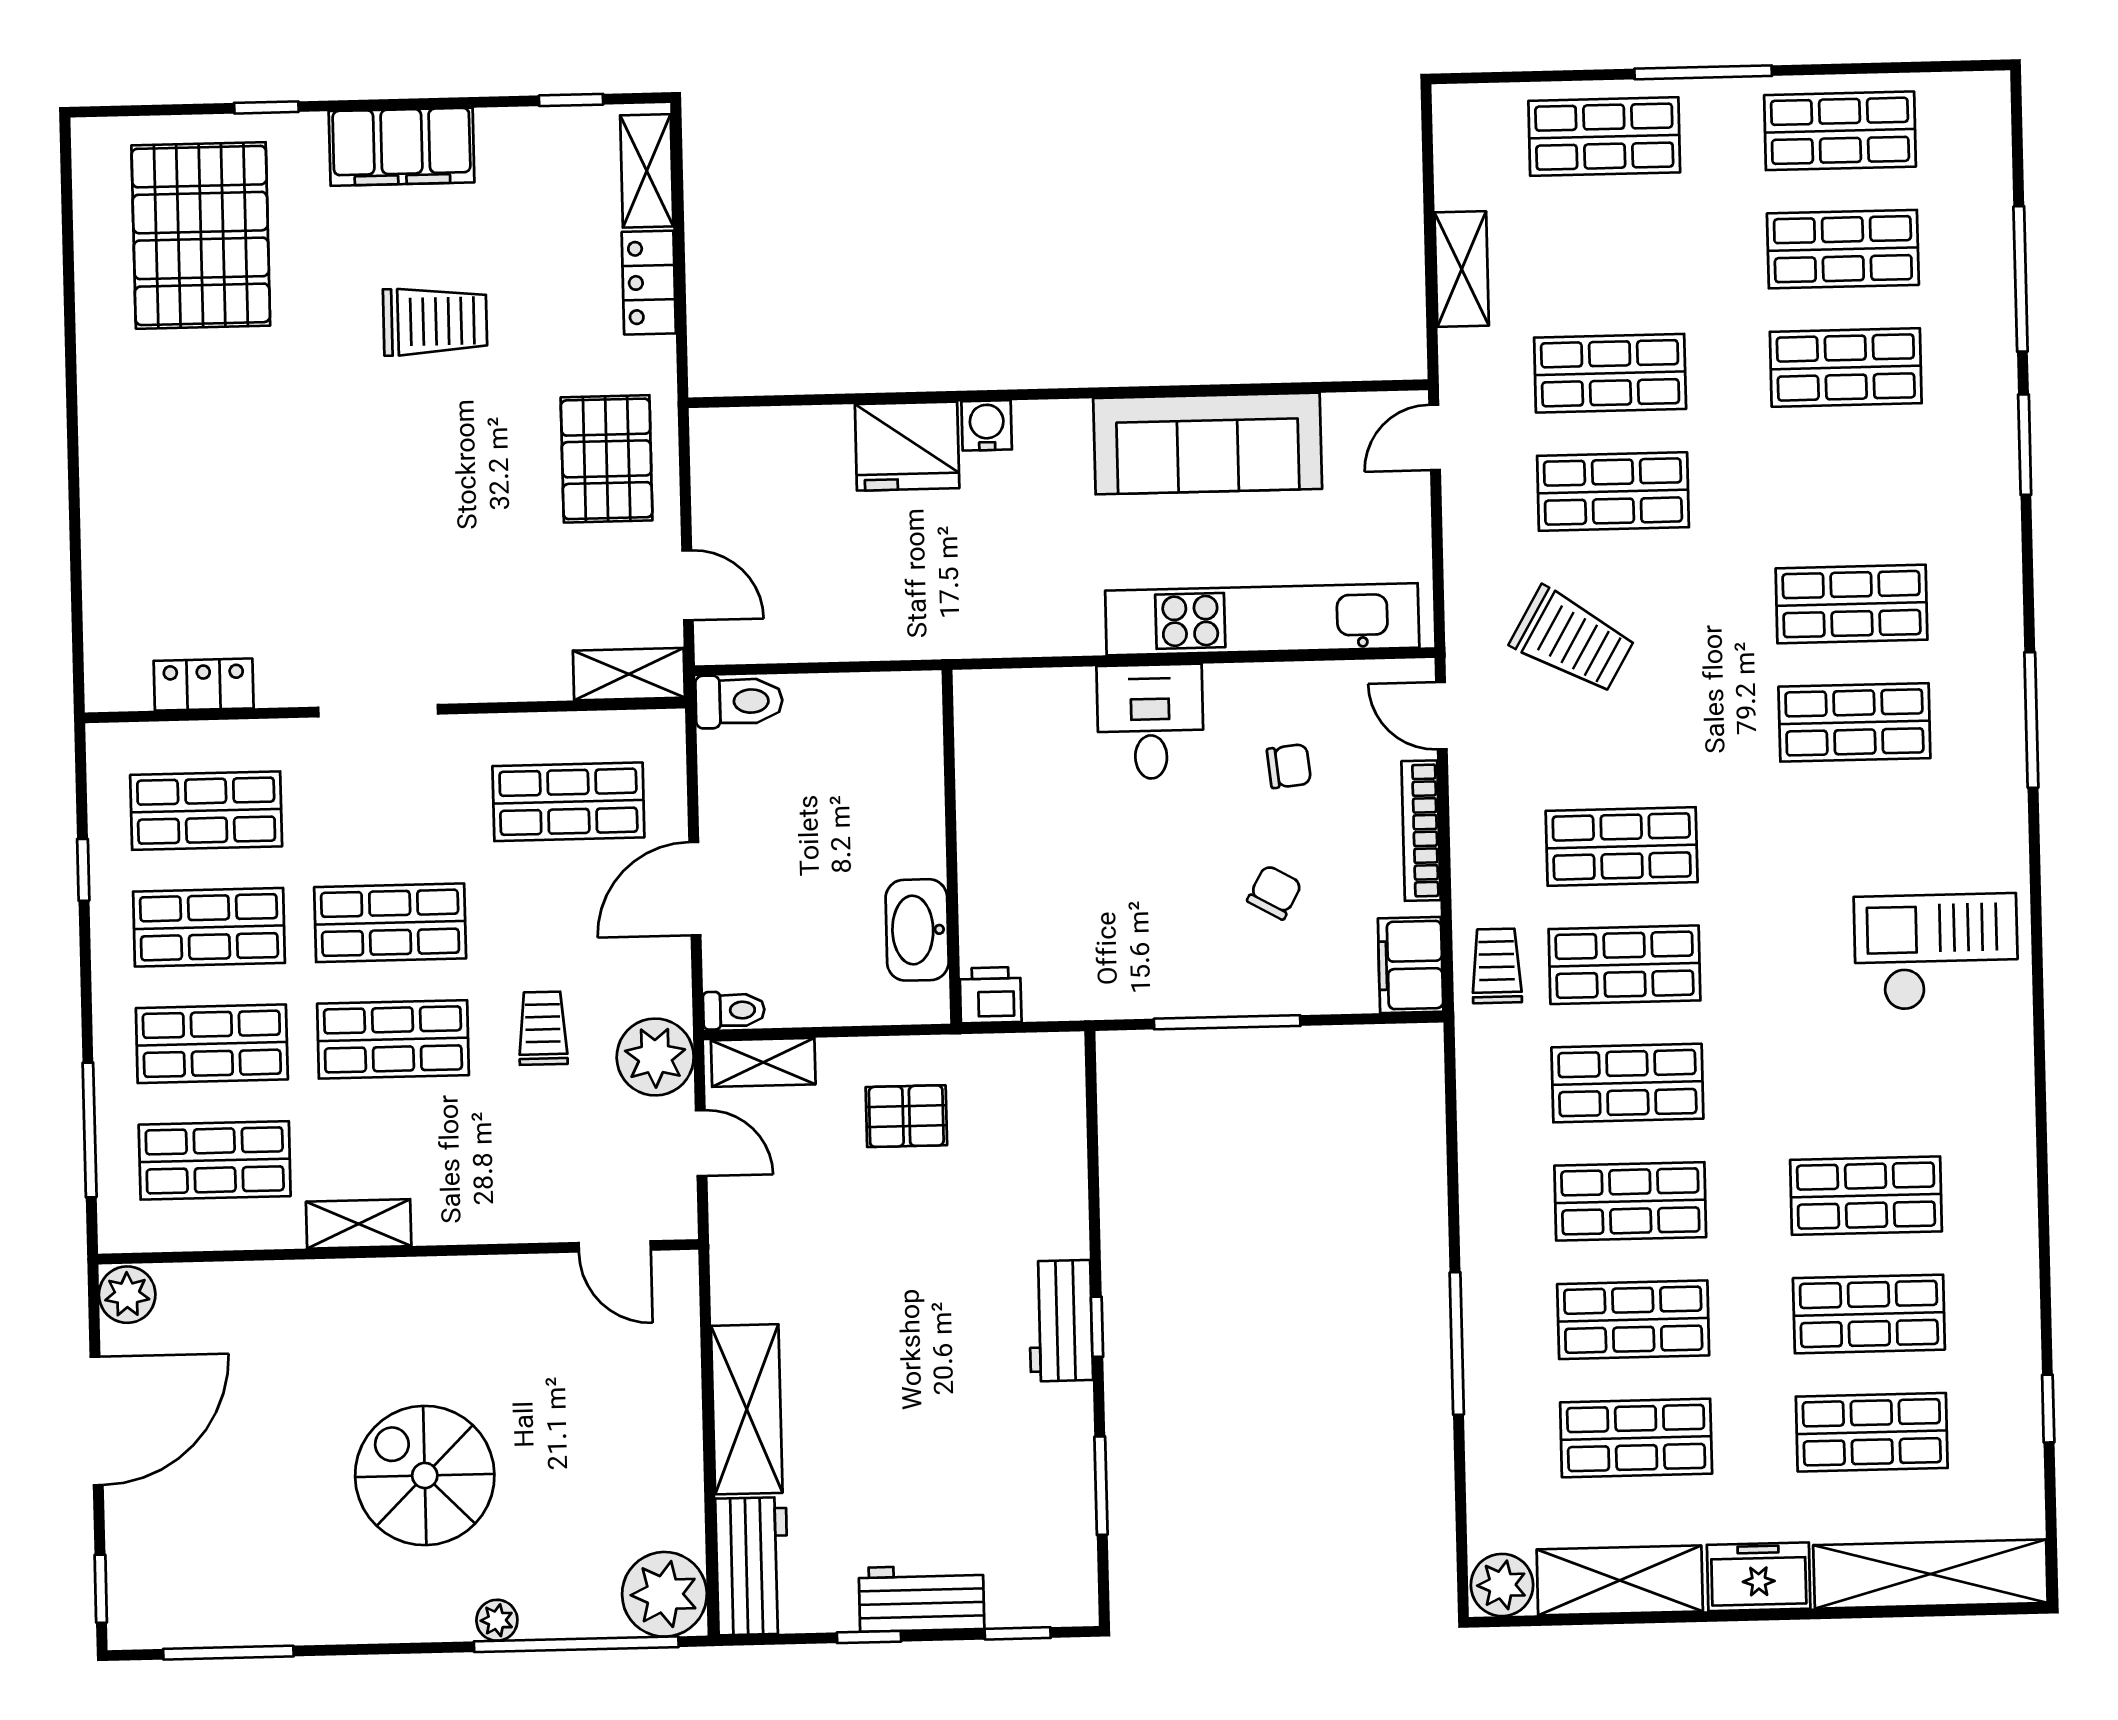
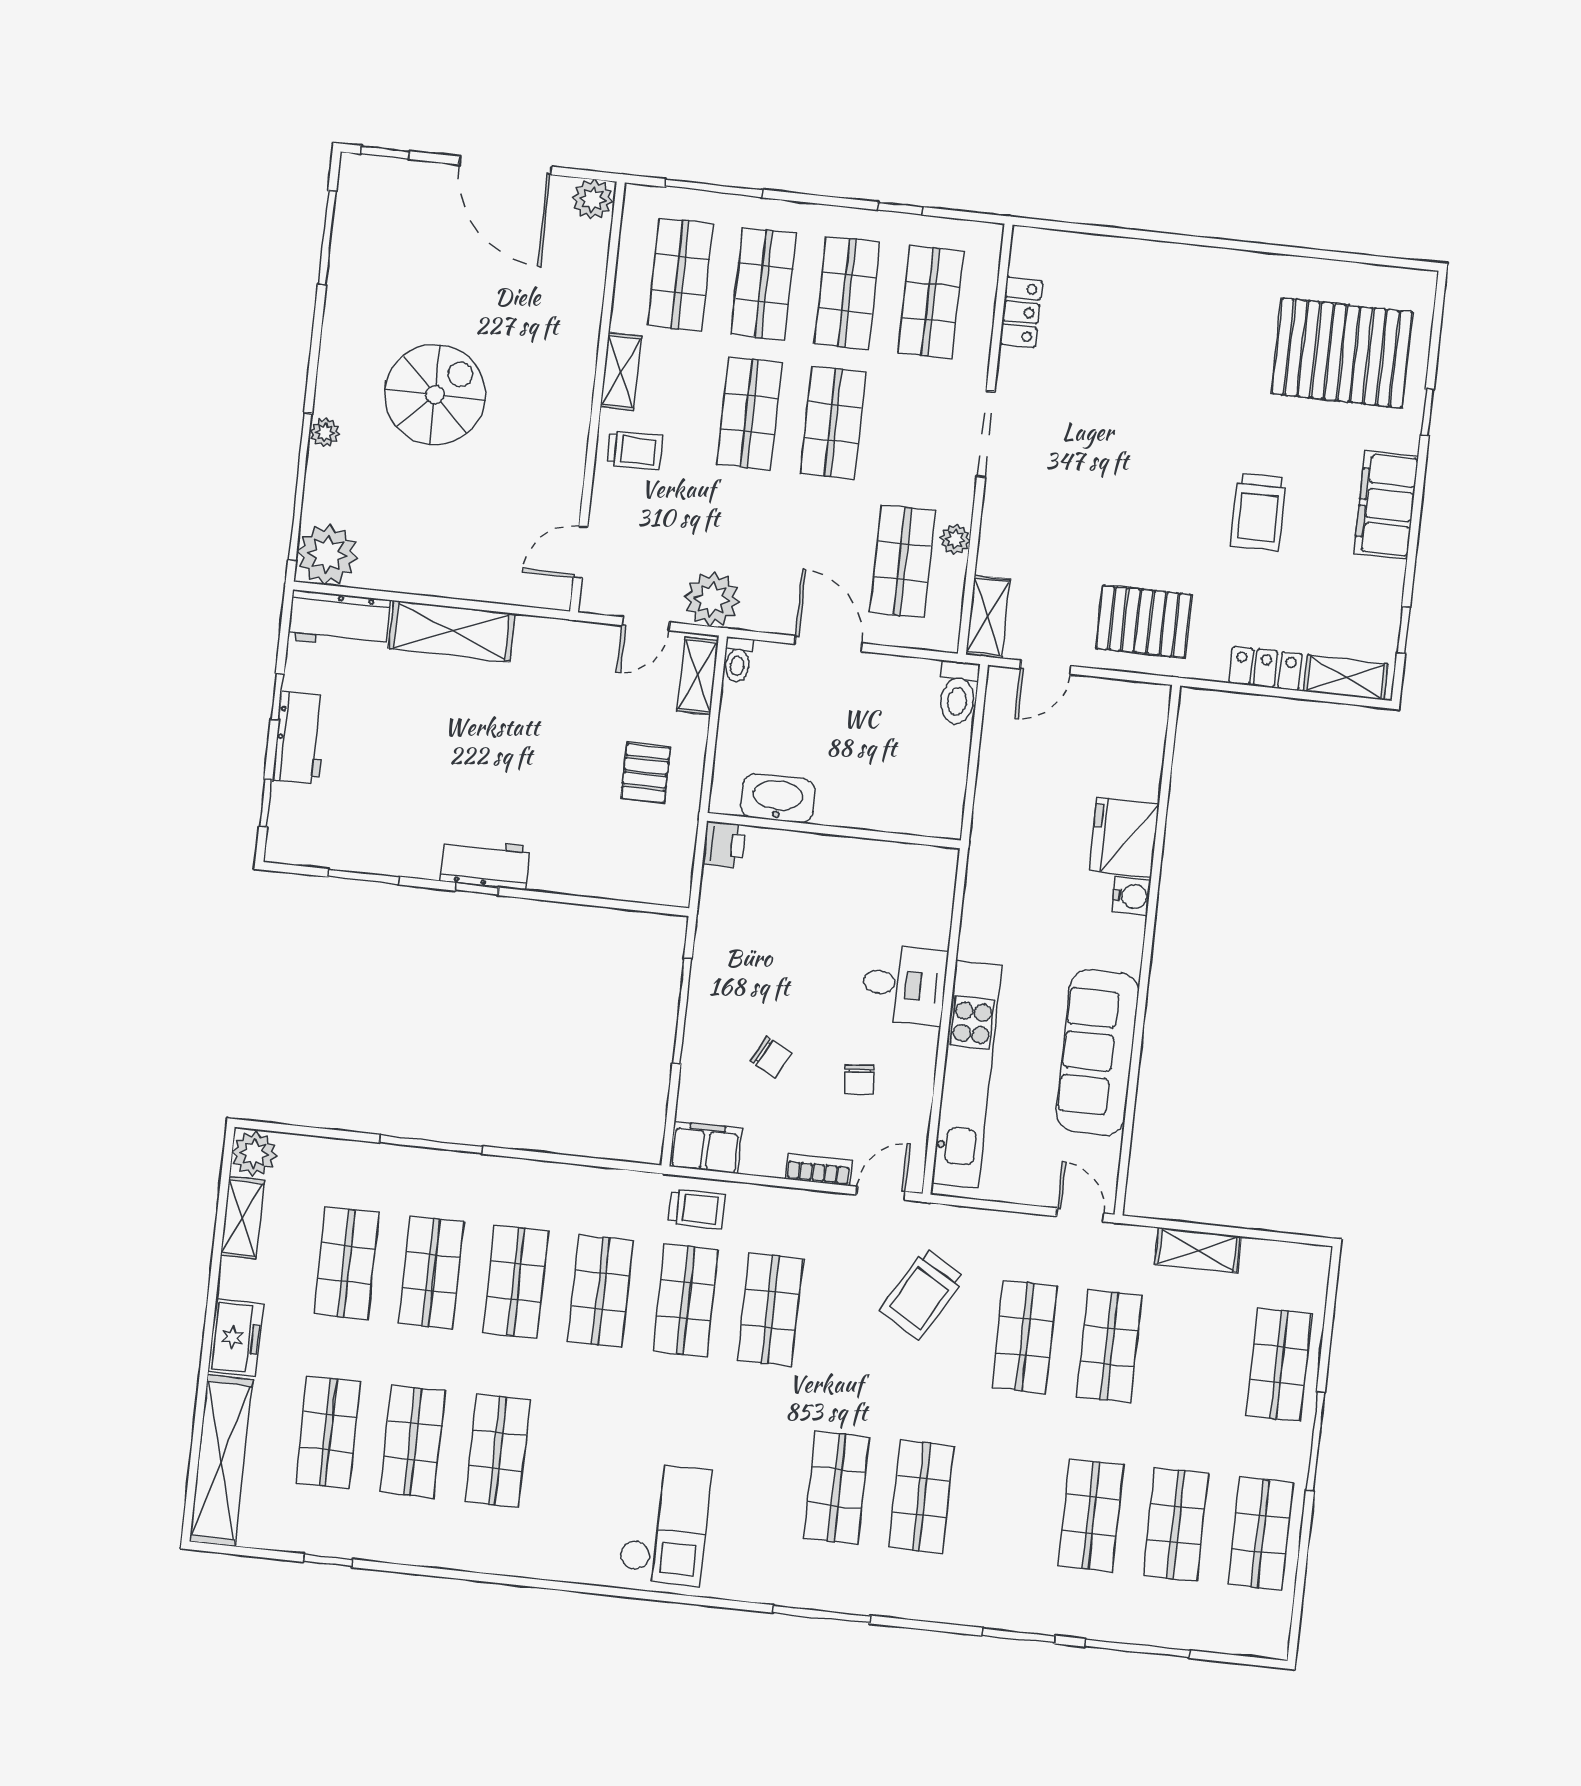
plant: (528, 733) -> (955, 539), added
bookcase: (1421, 831) -> (819, 1170), width x0.64
trolley: (543, 1028) -> (635, 450), moved
shelving: (1620, 1580) -> (242, 1218), width x0.67, depth x0.75

